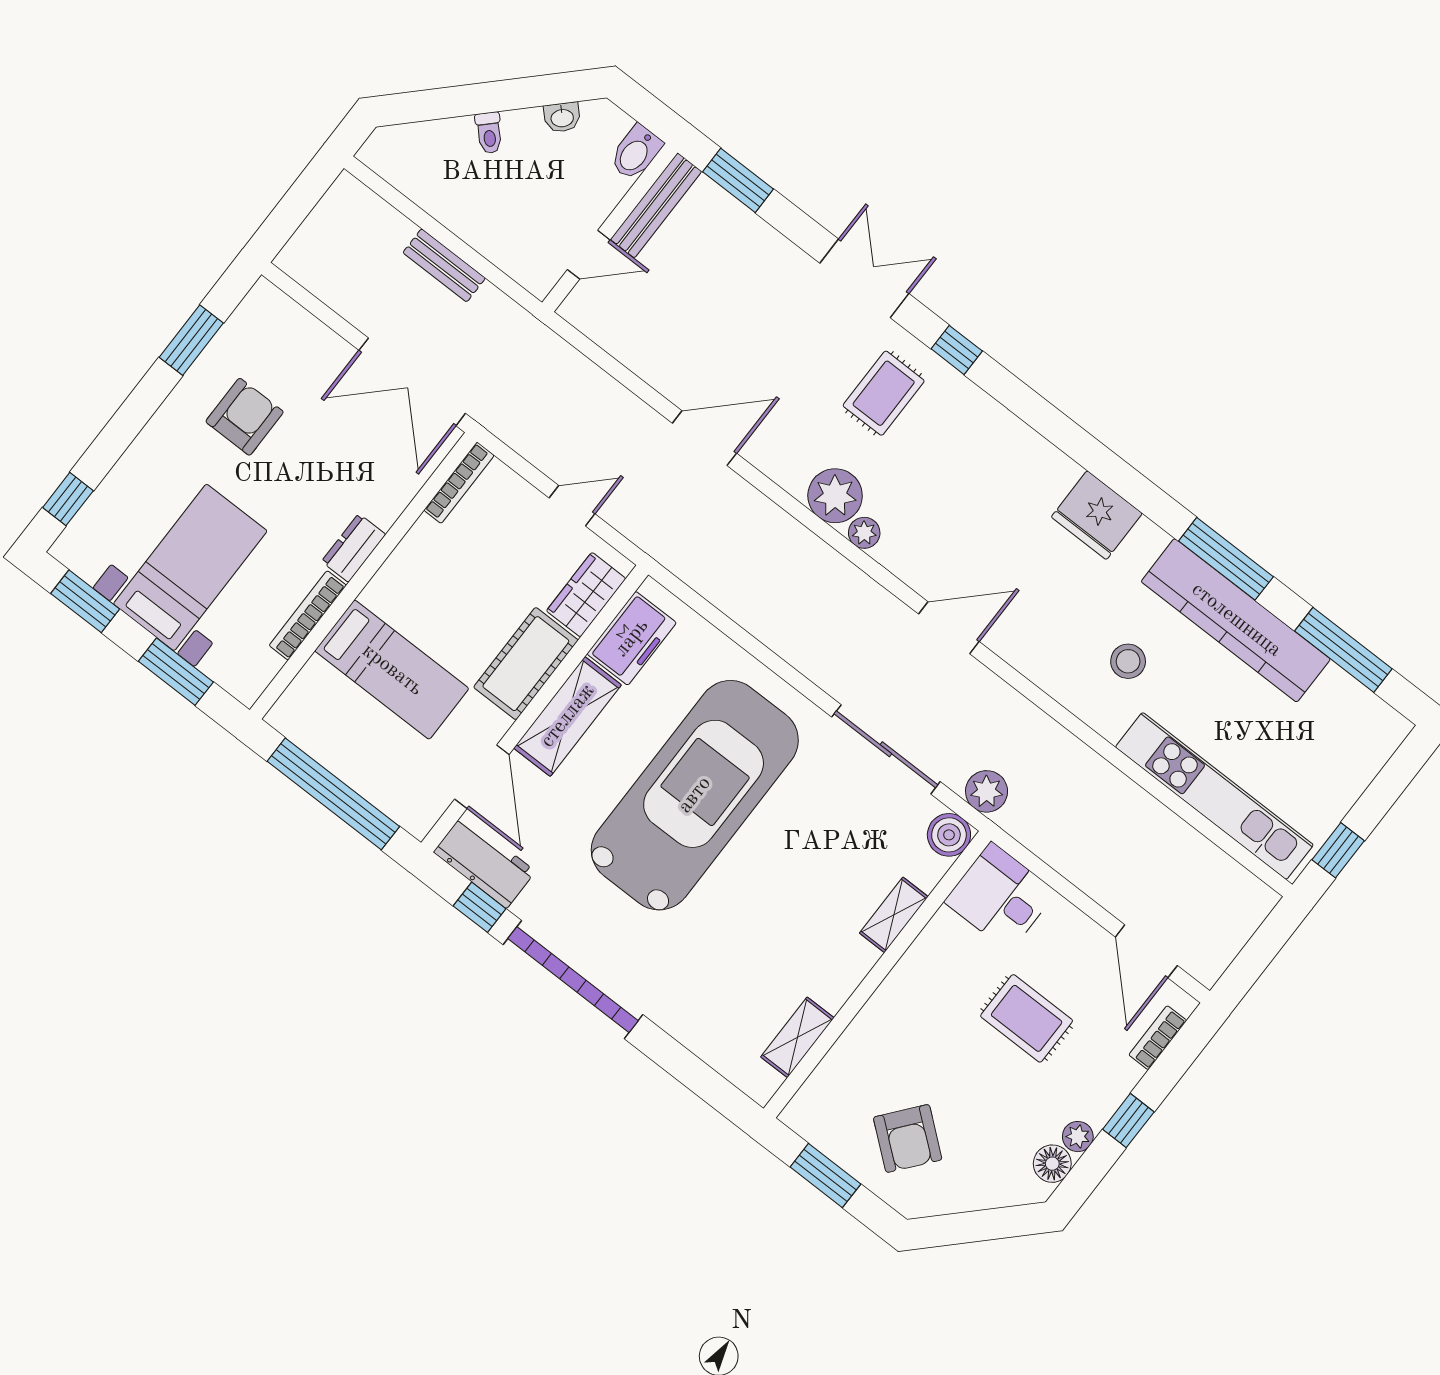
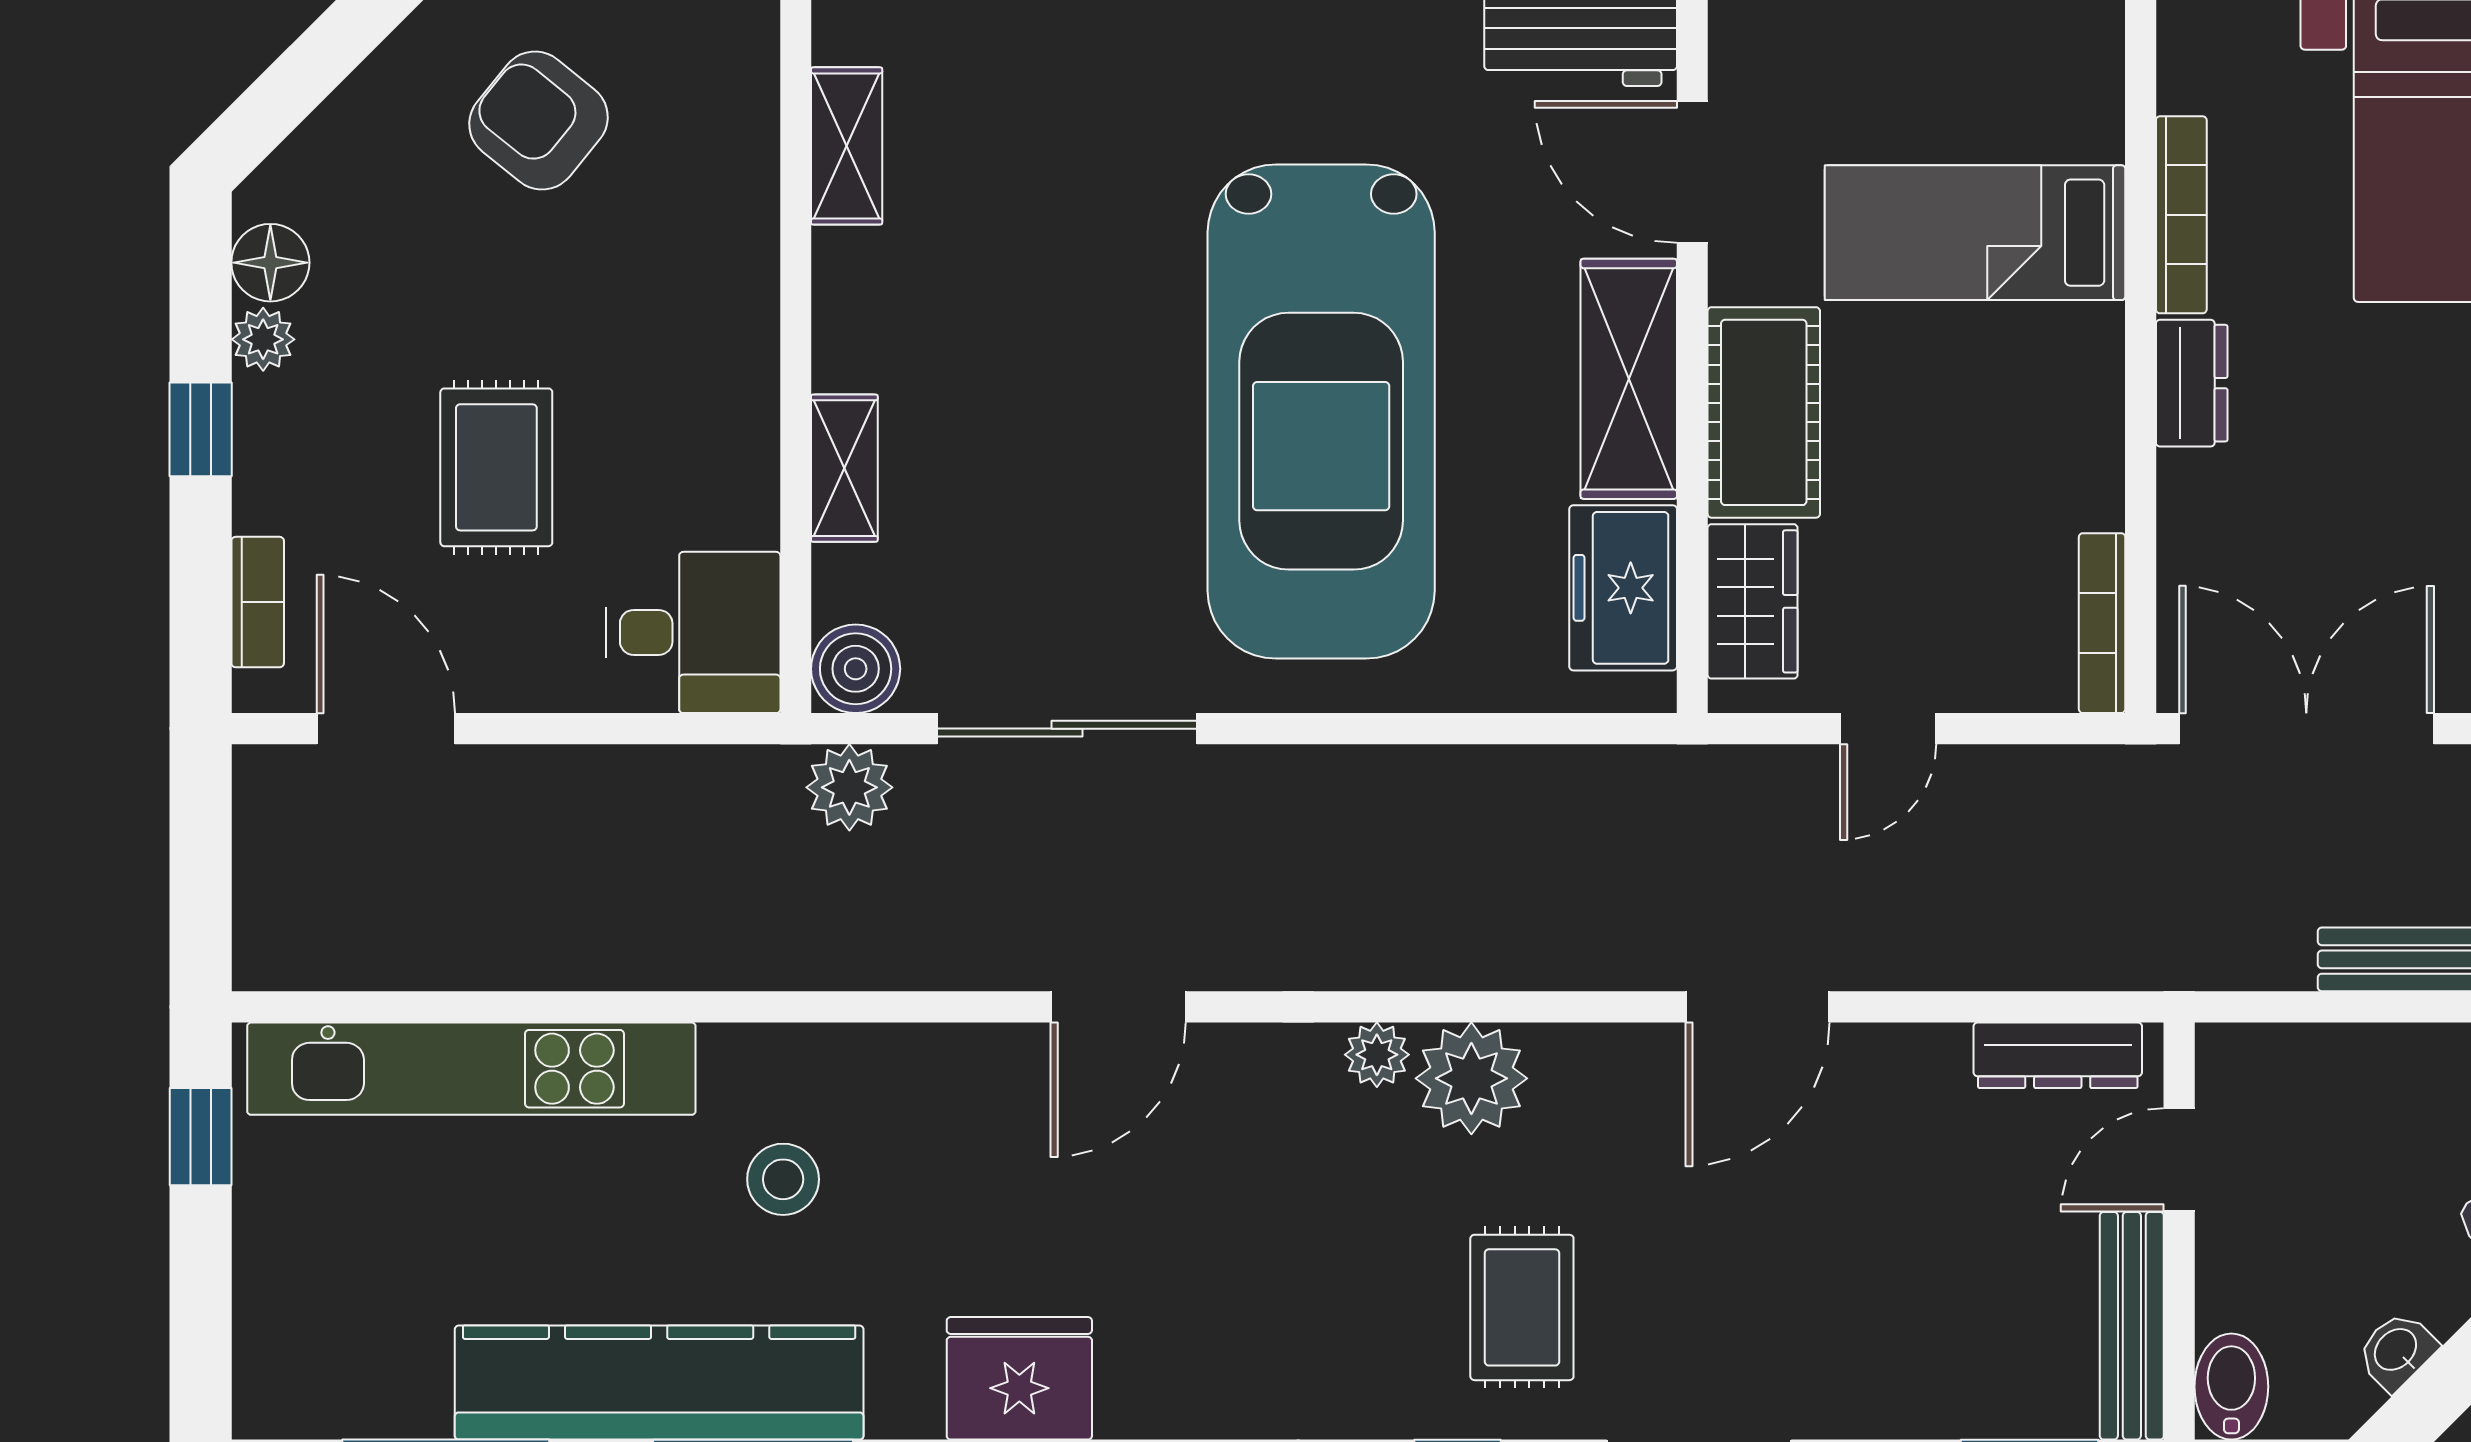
dresser: (604, 331) -> (2058, 1055), added
rug: (1027, 1018) -> (496, 467), turned 90

